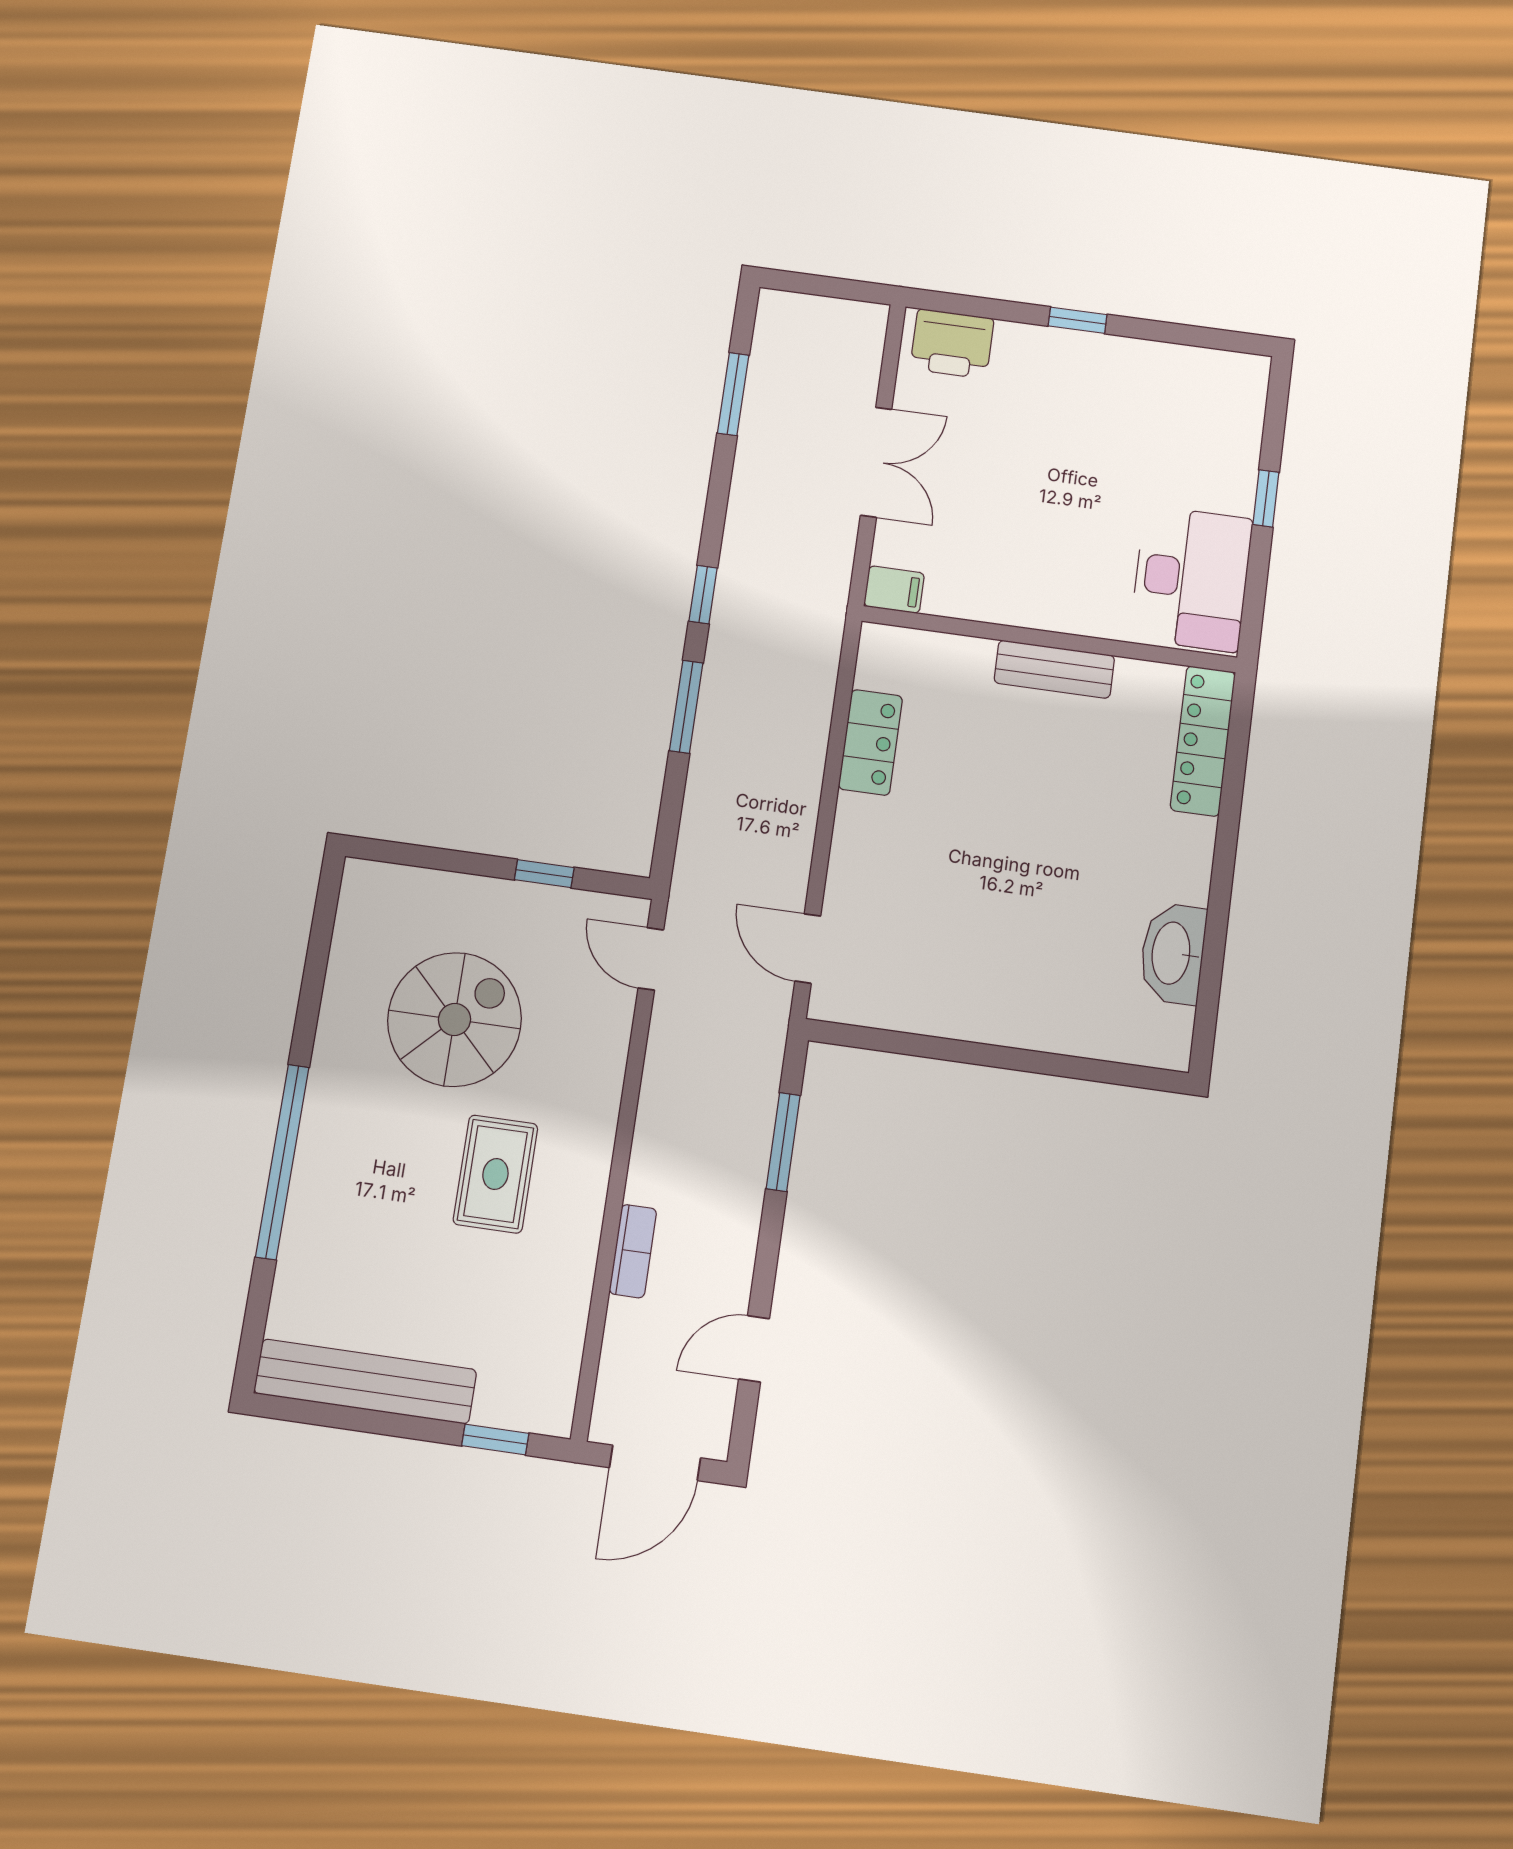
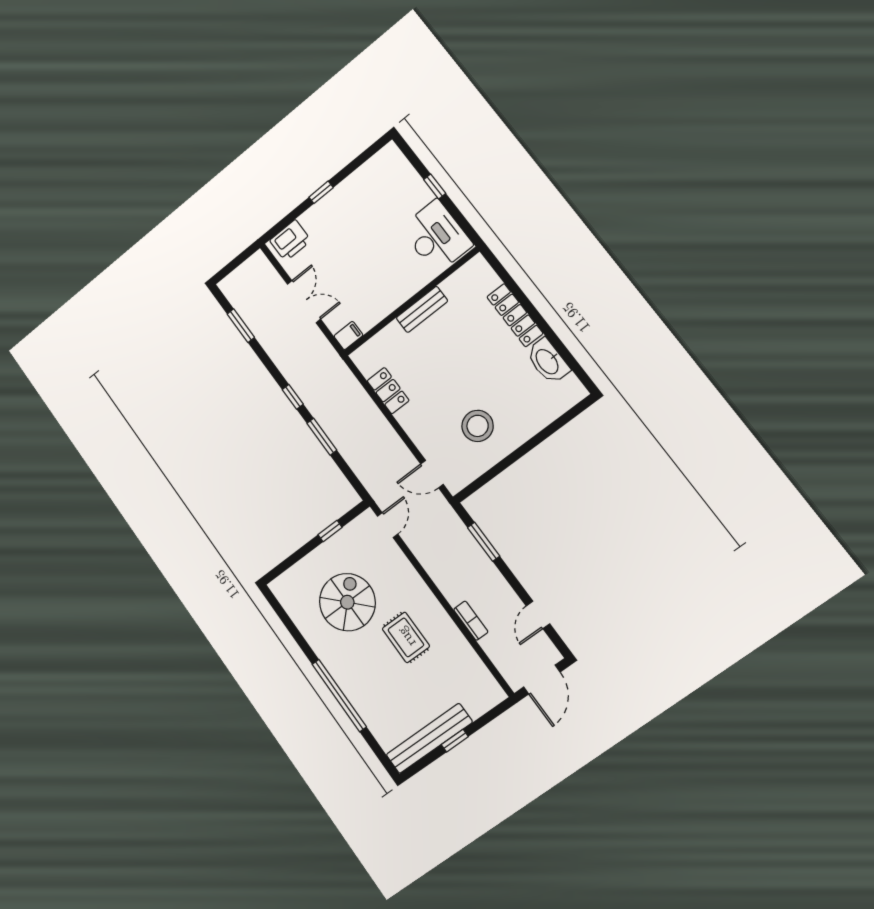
locker: (1203, 741) -> (515, 315), moved
stool: (959, 944) -> (478, 426), added
door: (651, 959) -> (388, 525), swing flipped
window: (495, 1440) -> (455, 741), moved

